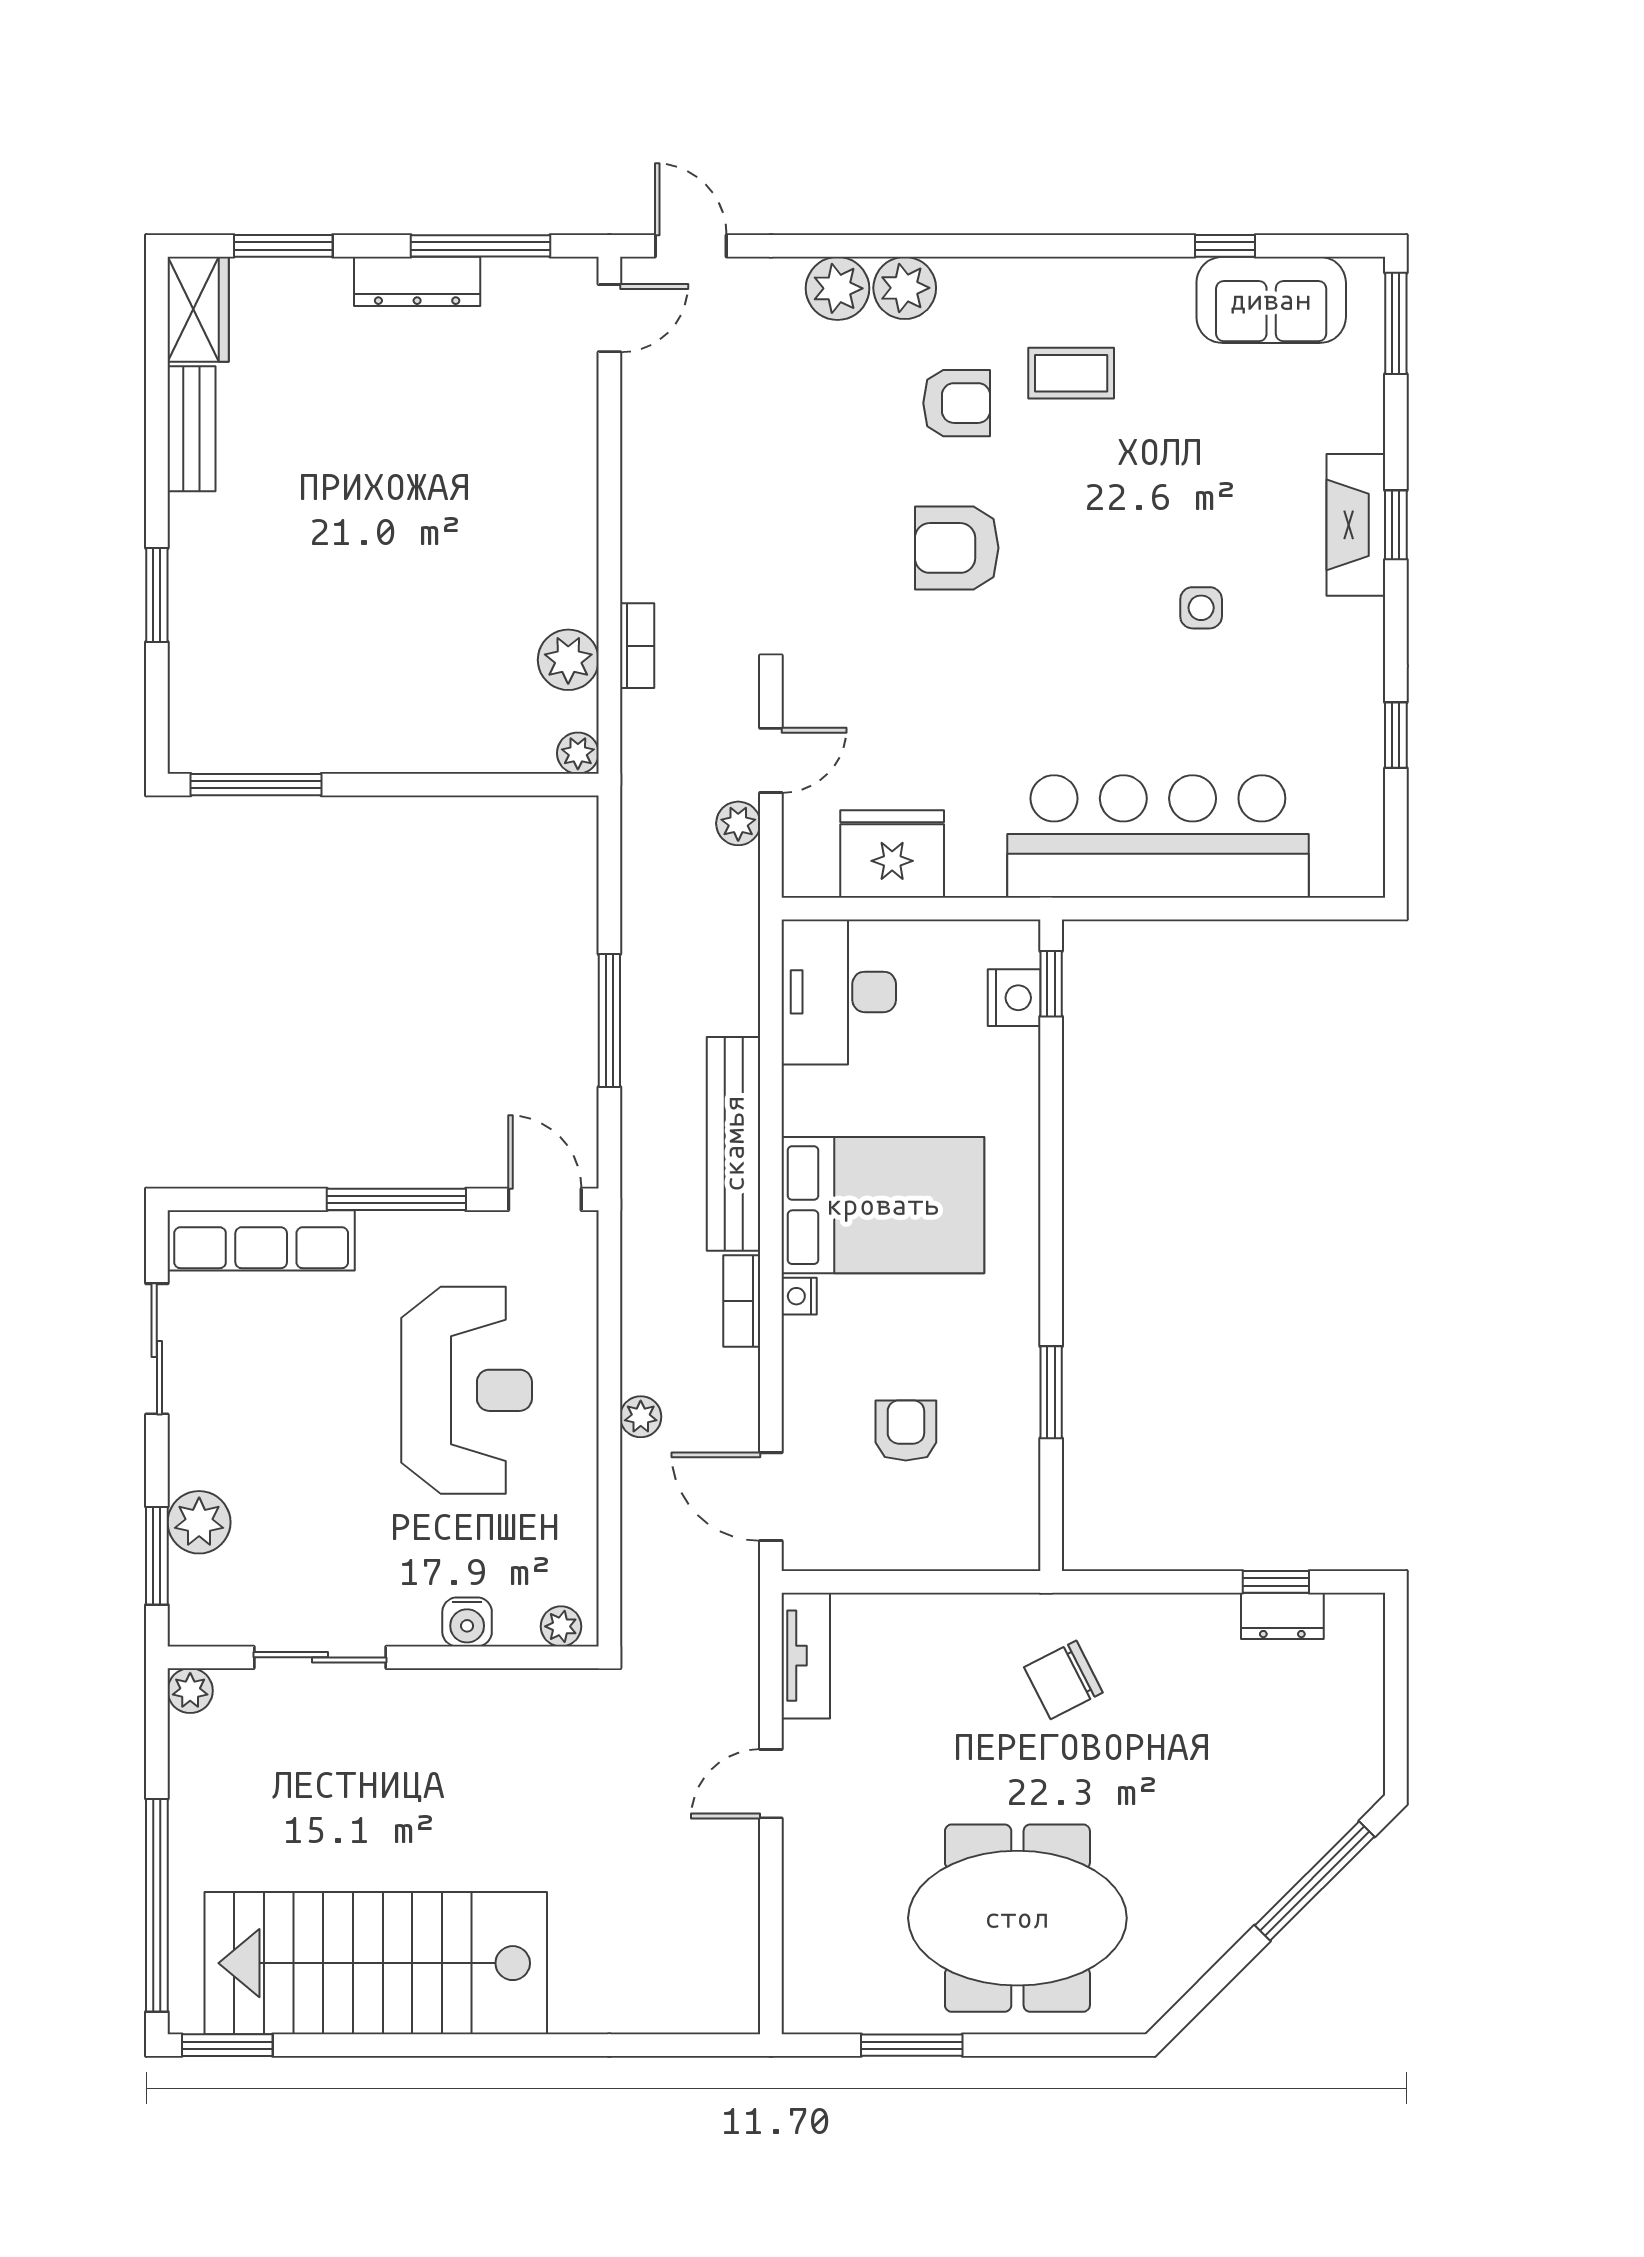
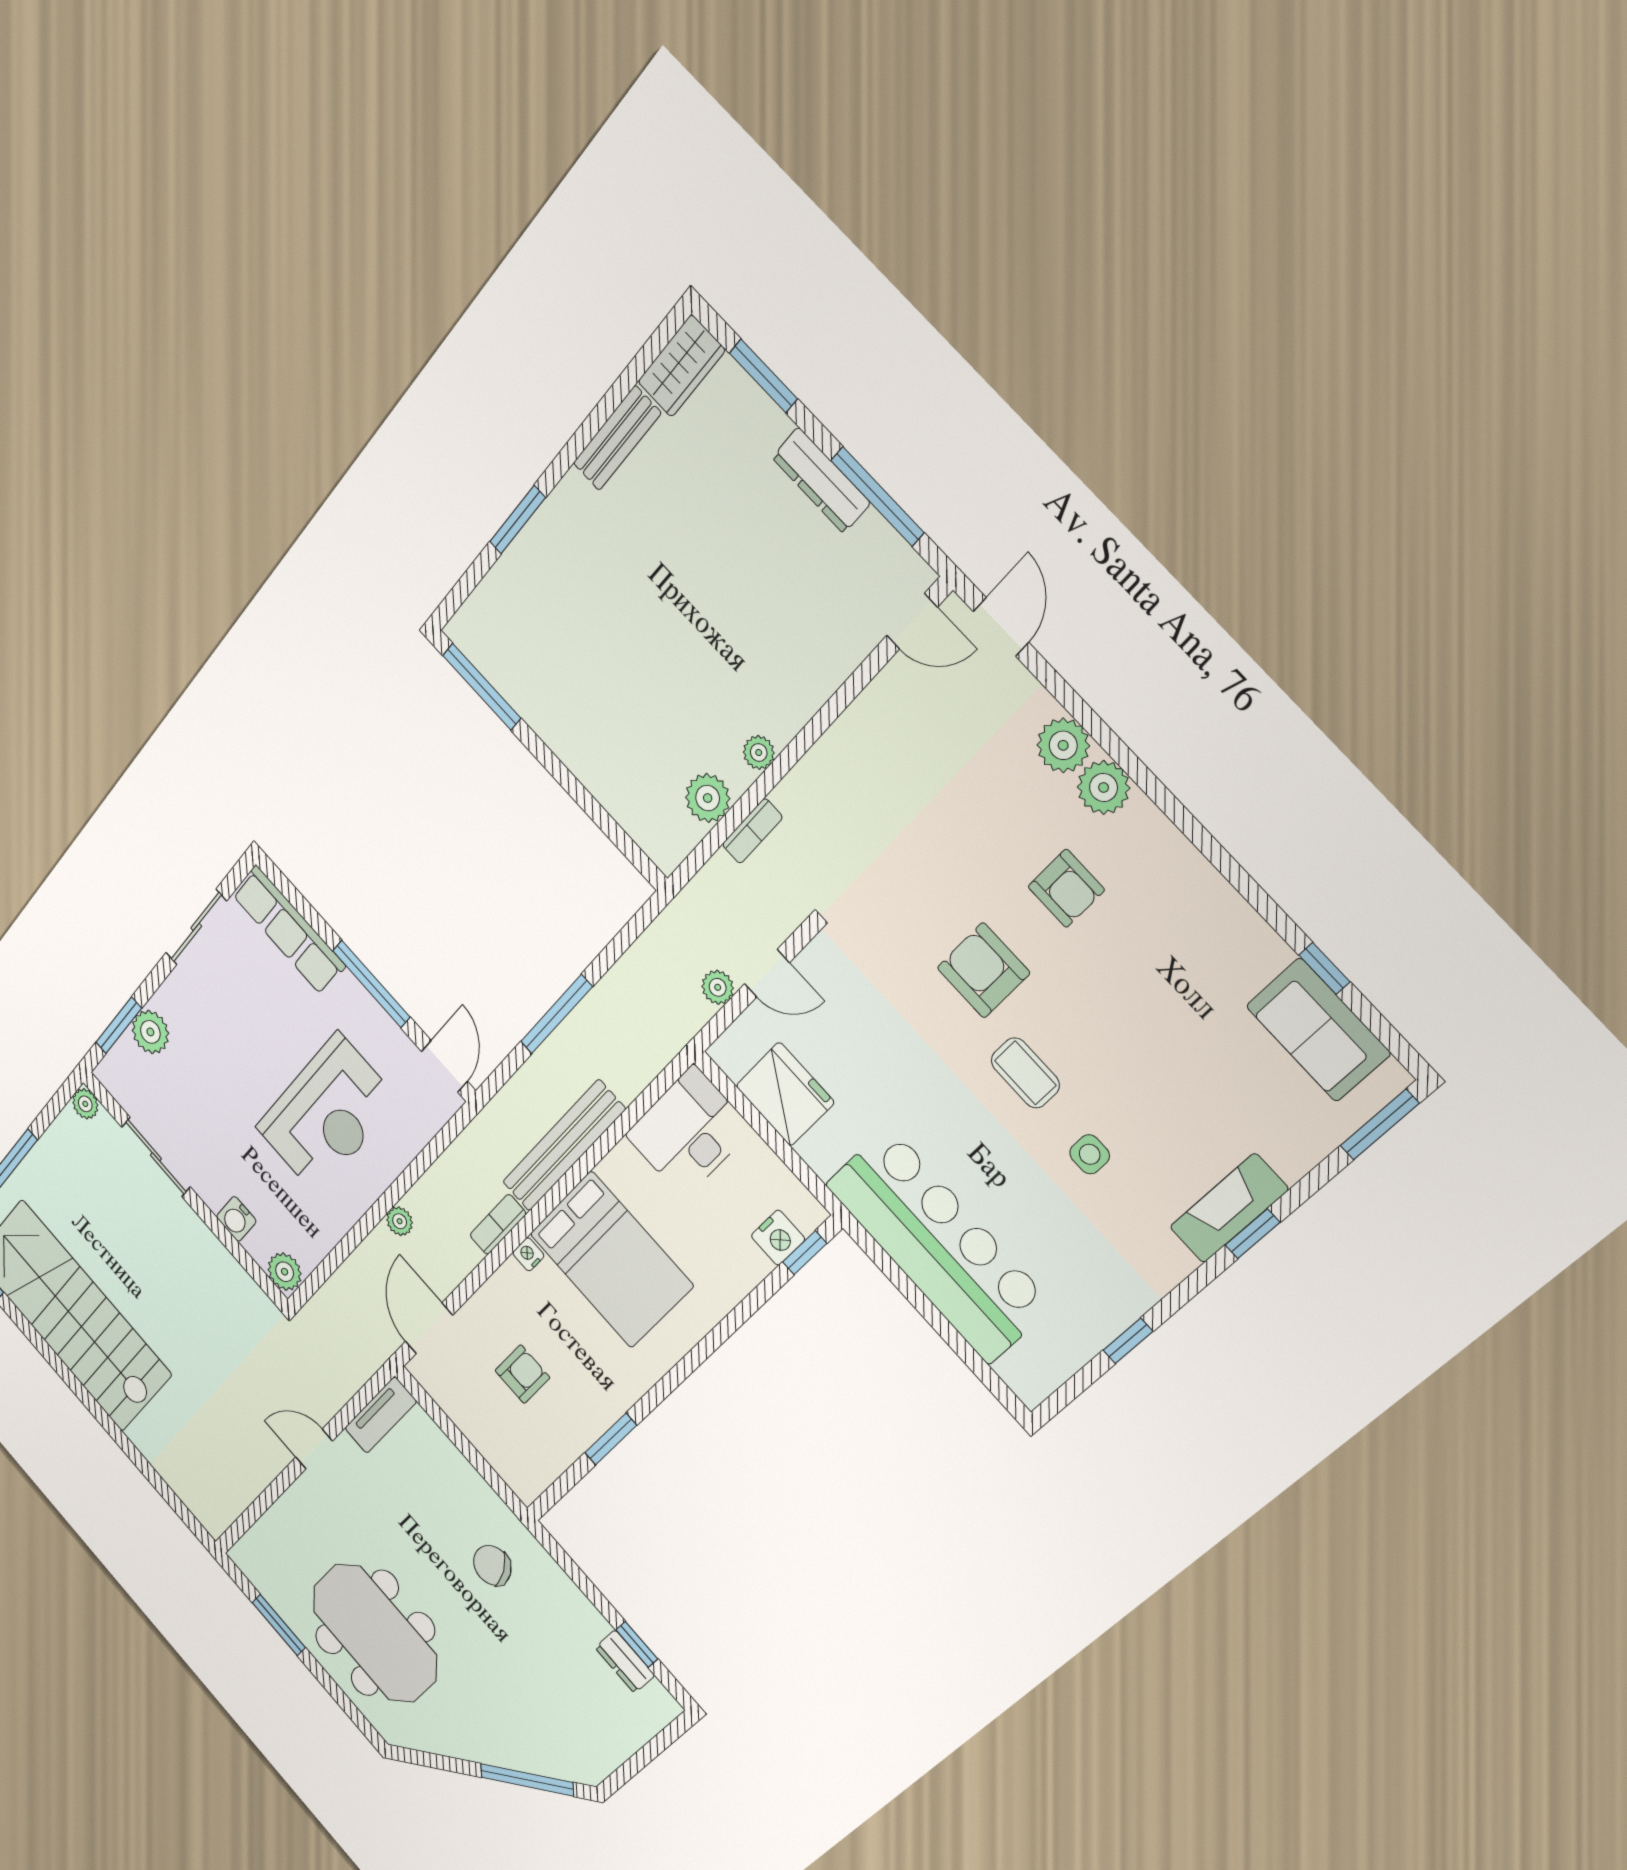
coffee table: (1071, 373) -> (1025, 1073), moved
plant: (578, 753) -> (759, 752), moved
plant: (561, 1626) -> (285, 1272), width x1.38, depth x1.38

